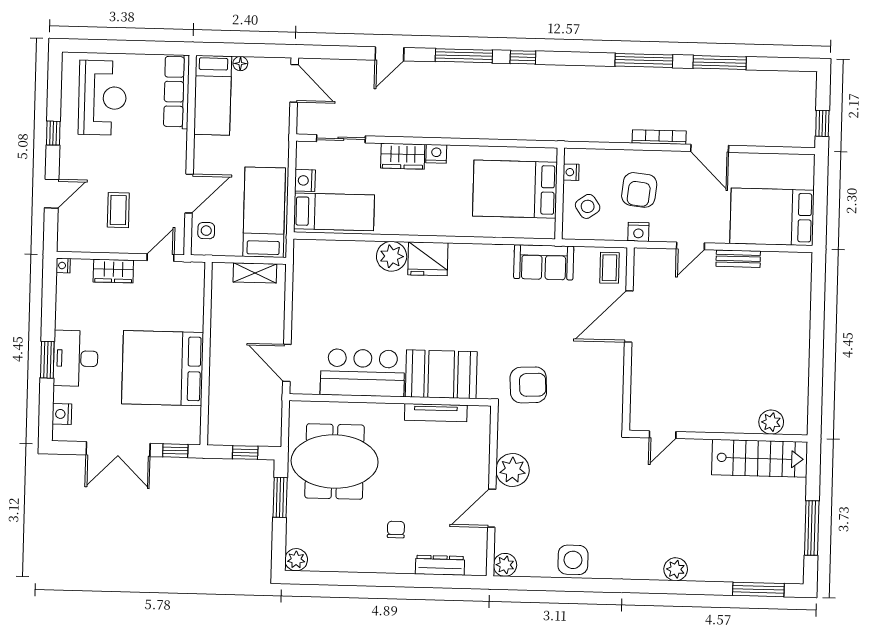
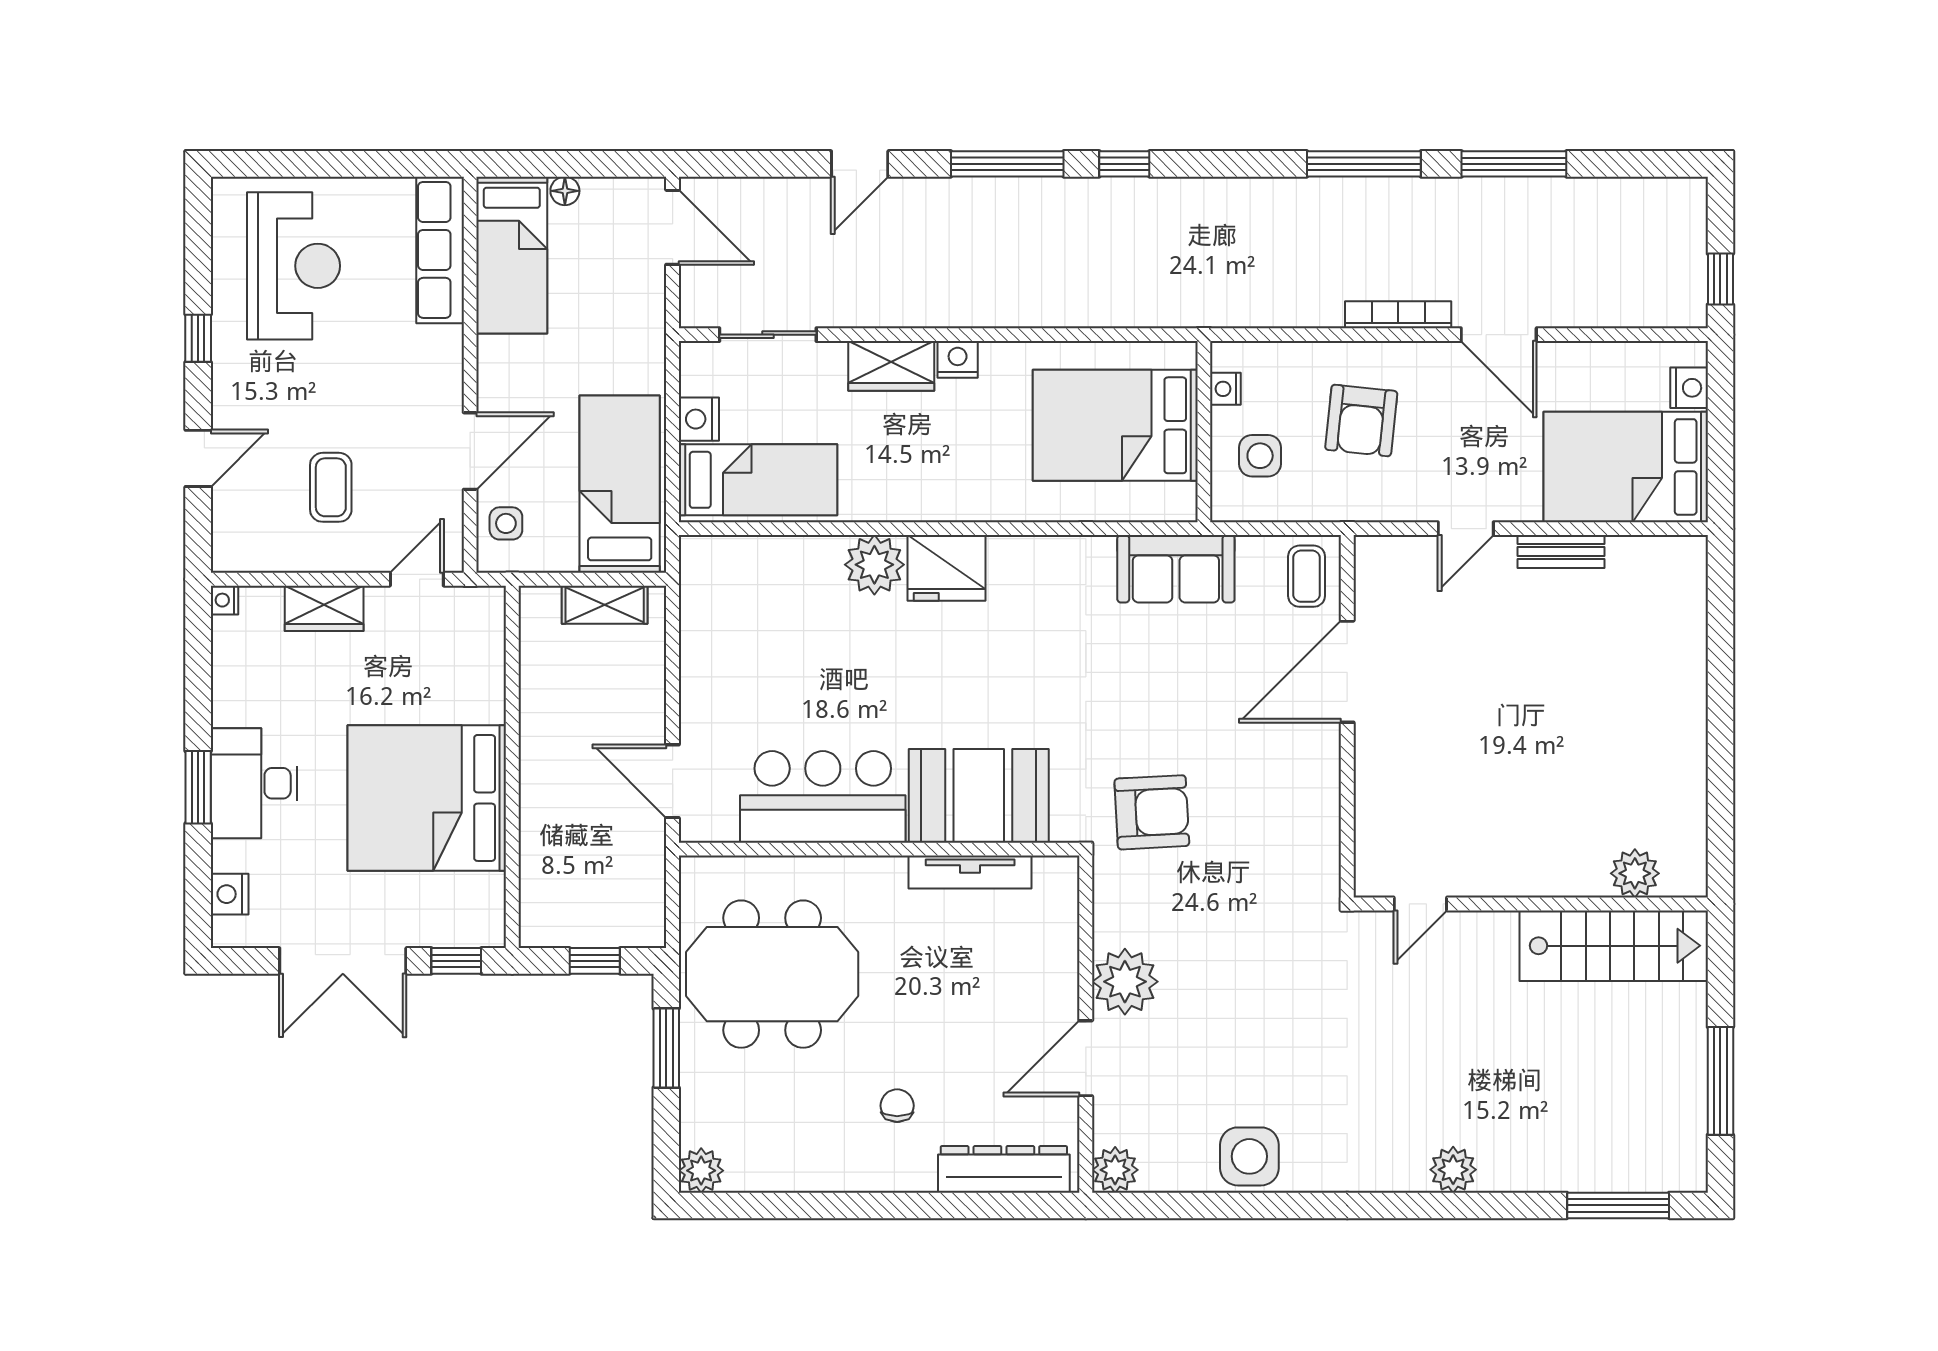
side table: (588, 206) -> (1260, 456), turned 35
nightstand: (638, 232) -> (1689, 388), moved, turned -90
dresser: (440, 565) -> (1004, 1169), width x1.37, depth x1.24

